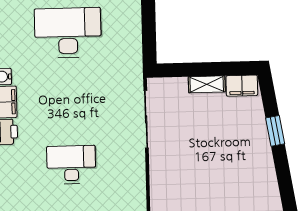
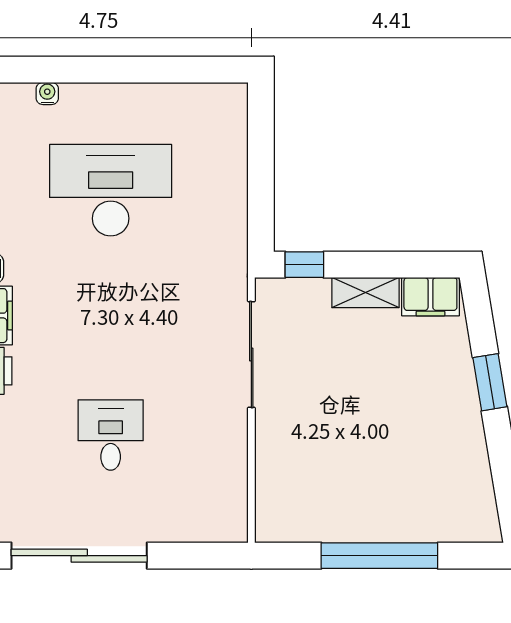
window: (173, 70) -> (304, 265), added
desk: (71, 165) -> (111, 435), width x0.73

